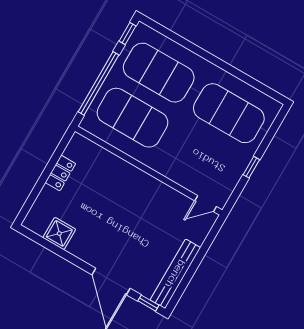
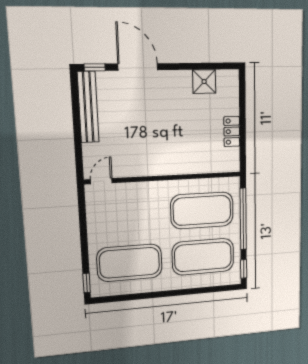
window: (251, 167) -> (87, 283), moved

